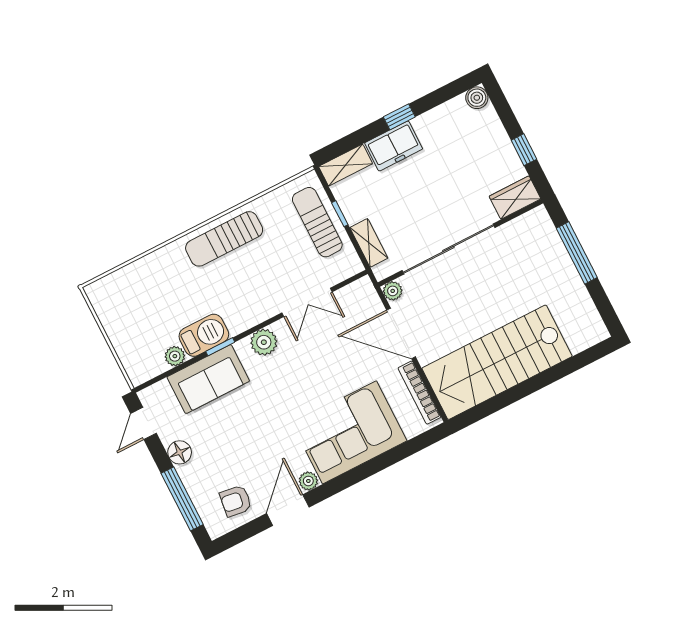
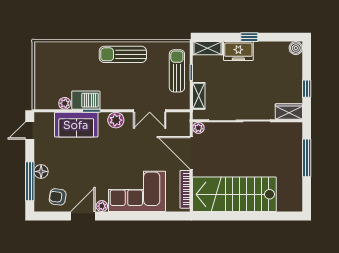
floor lamp: (180, 452) -> (41, 171), moved

